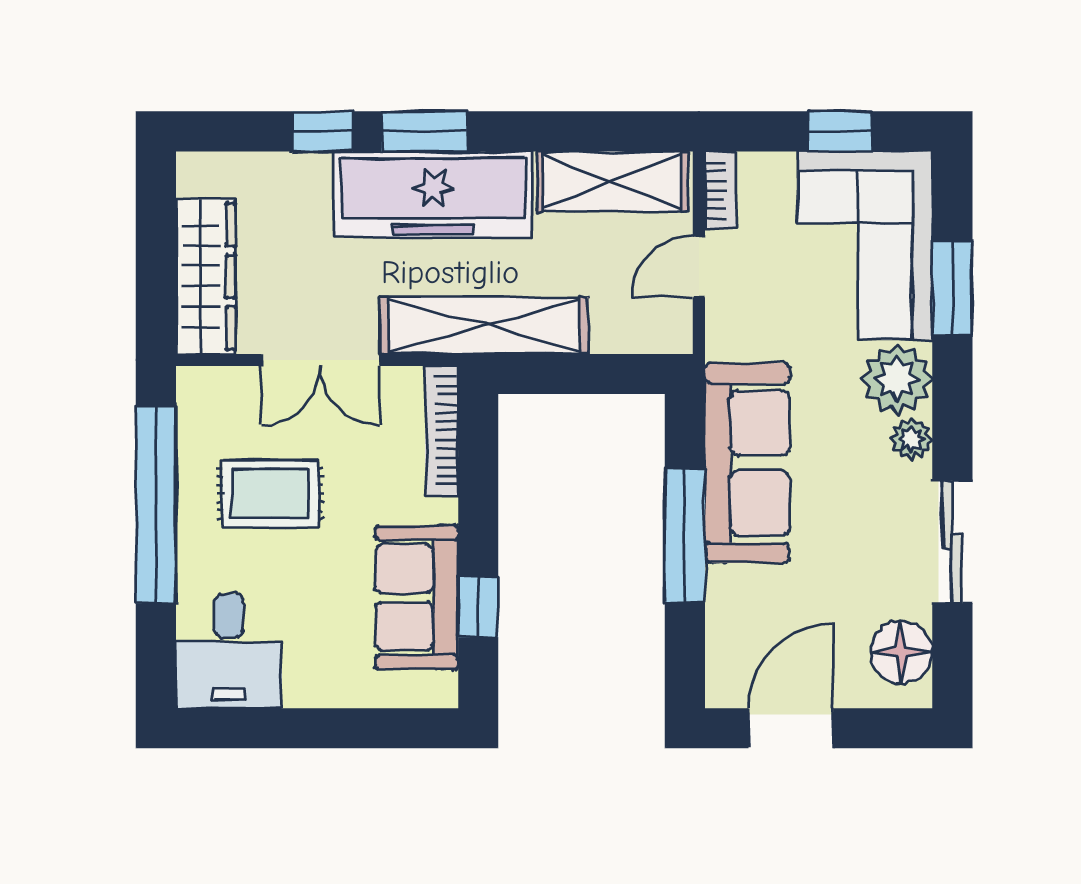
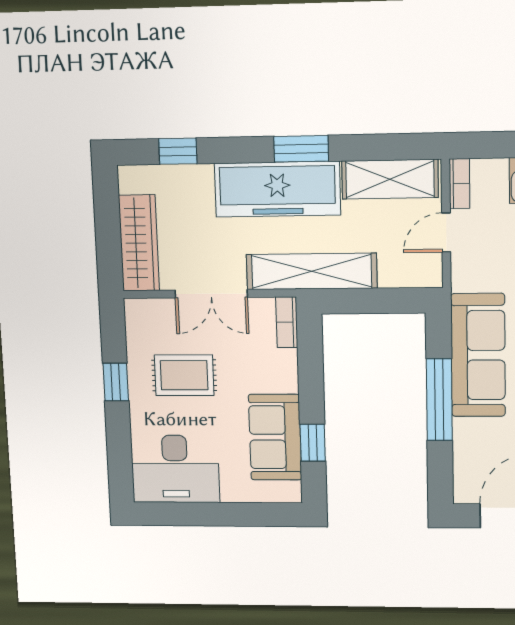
window: (322, 131) -> (178, 151), moved
window: (424, 131) -> (301, 149), moved
bookcase: (442, 431) -> (287, 322), width x0.64
window: (156, 505) -> (116, 382), width x0.32
desk: (229, 651) -> (175, 469), width x1.37

